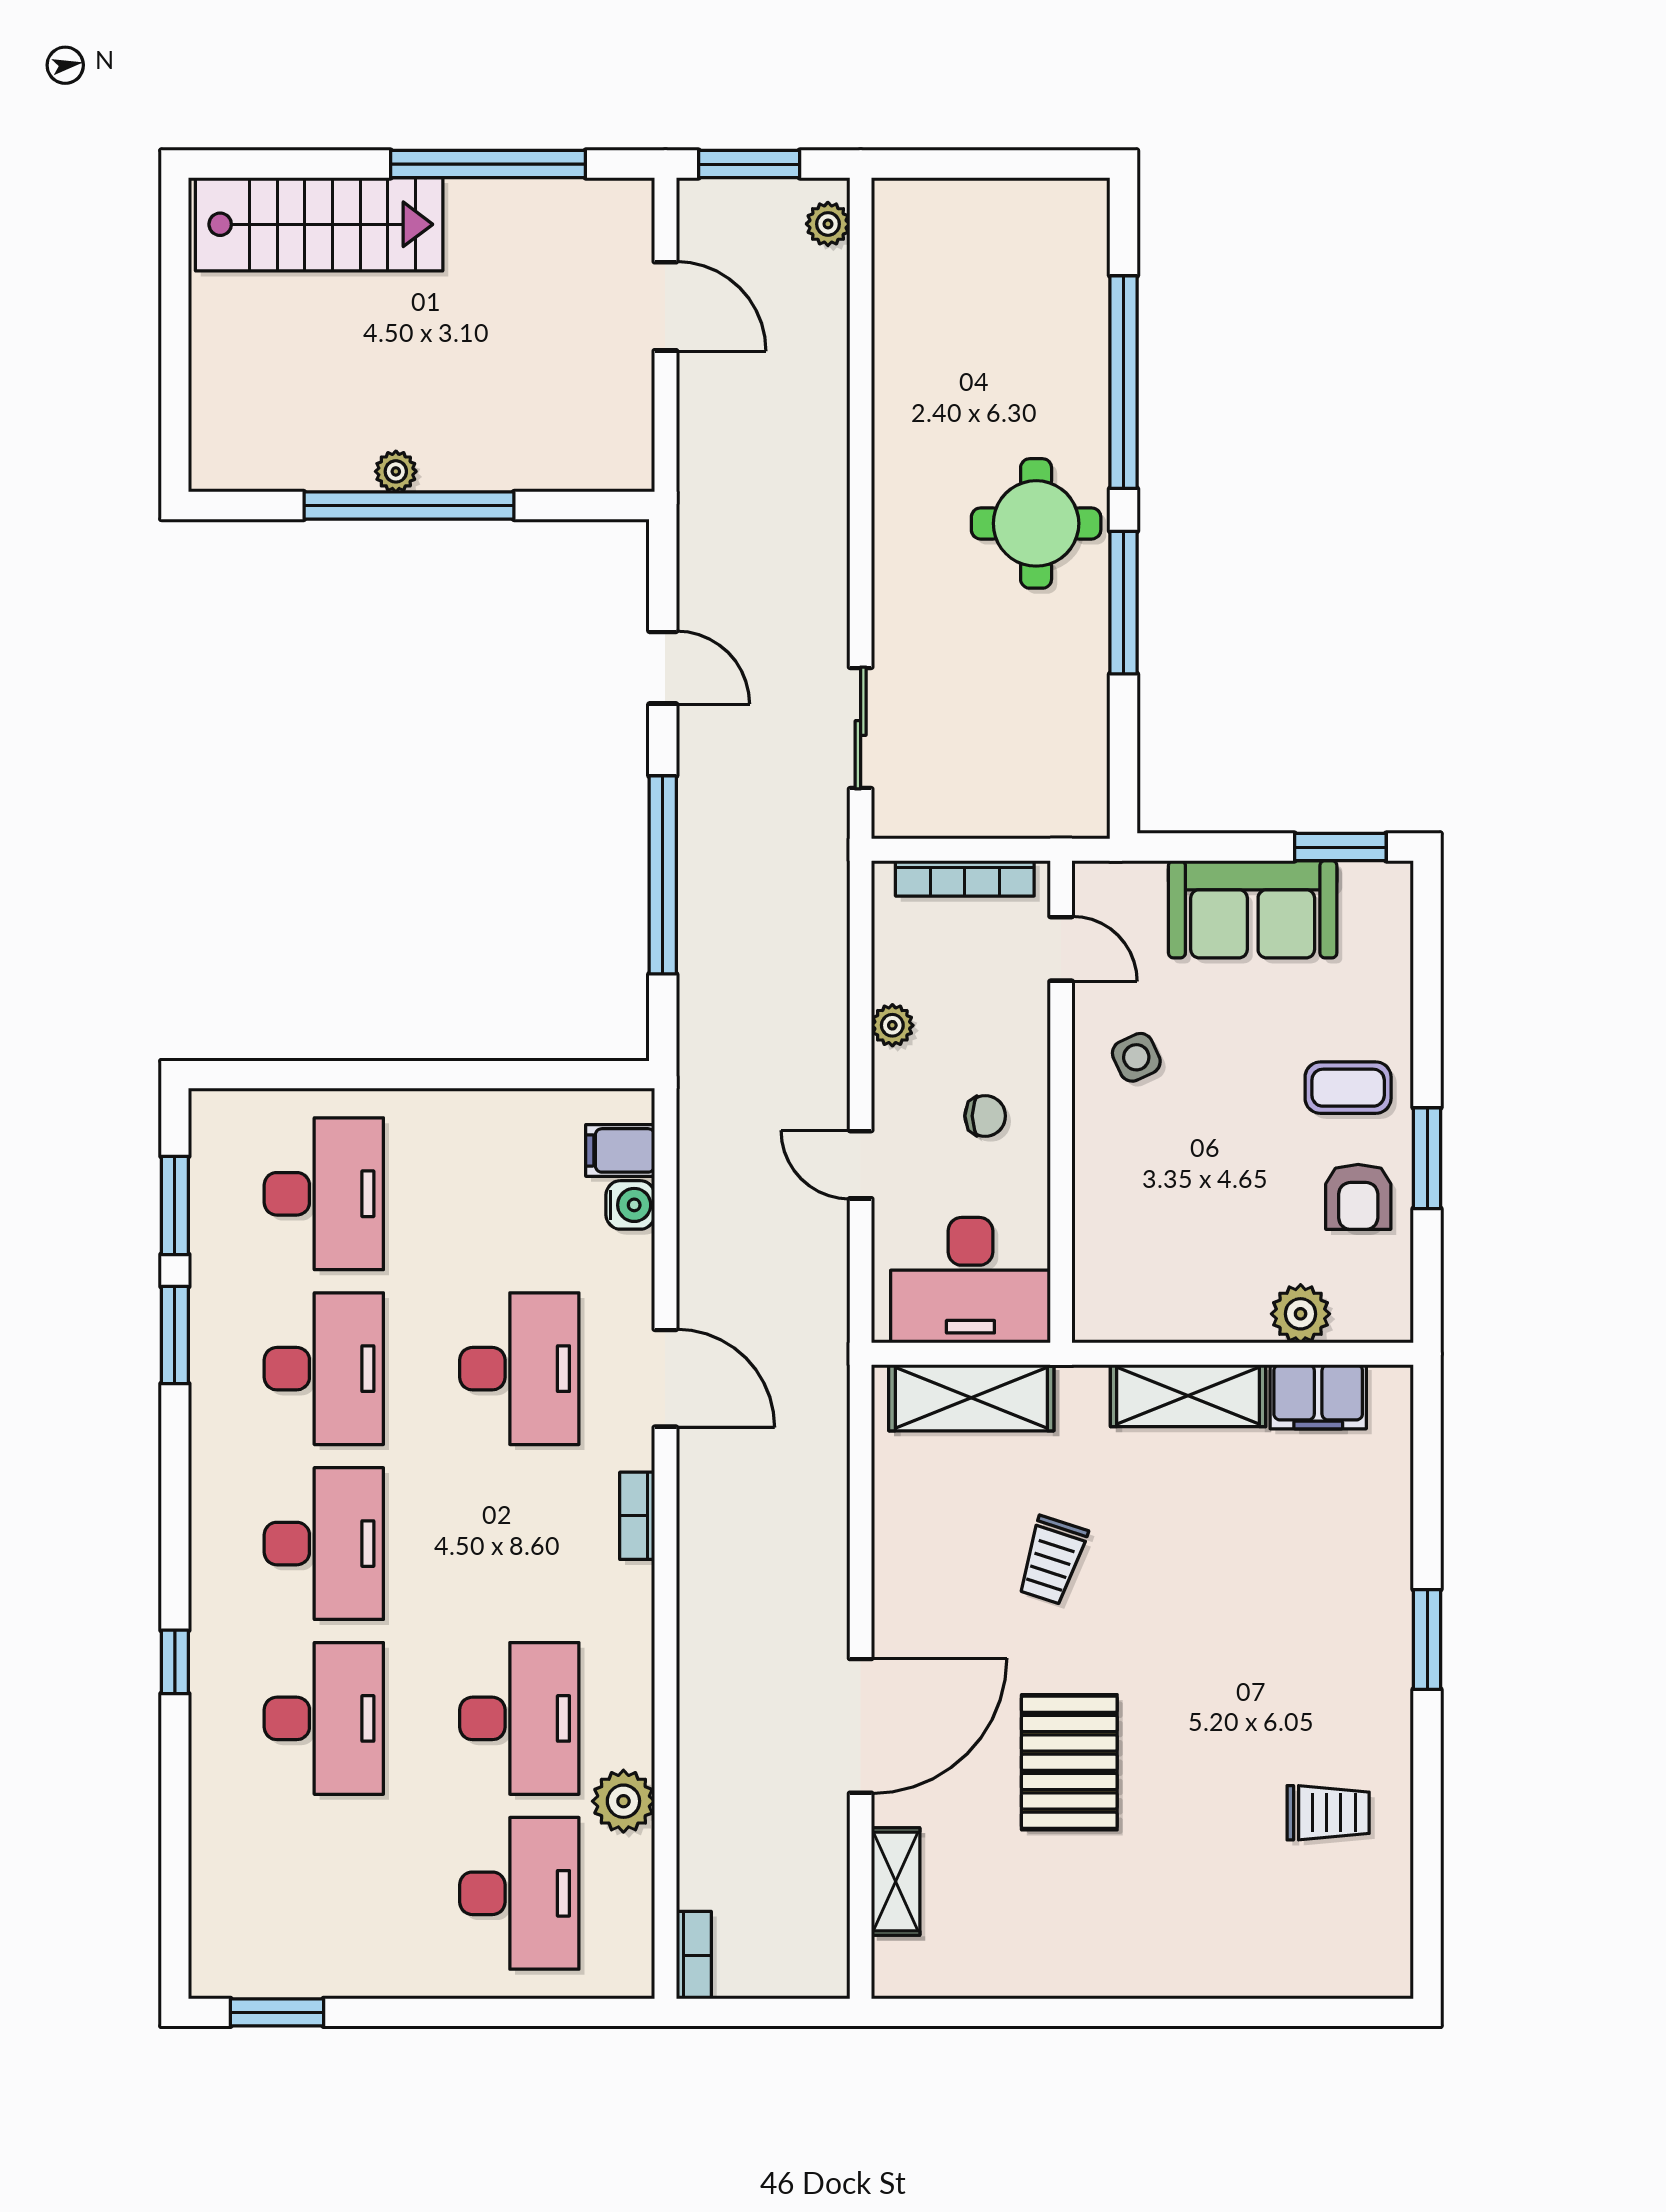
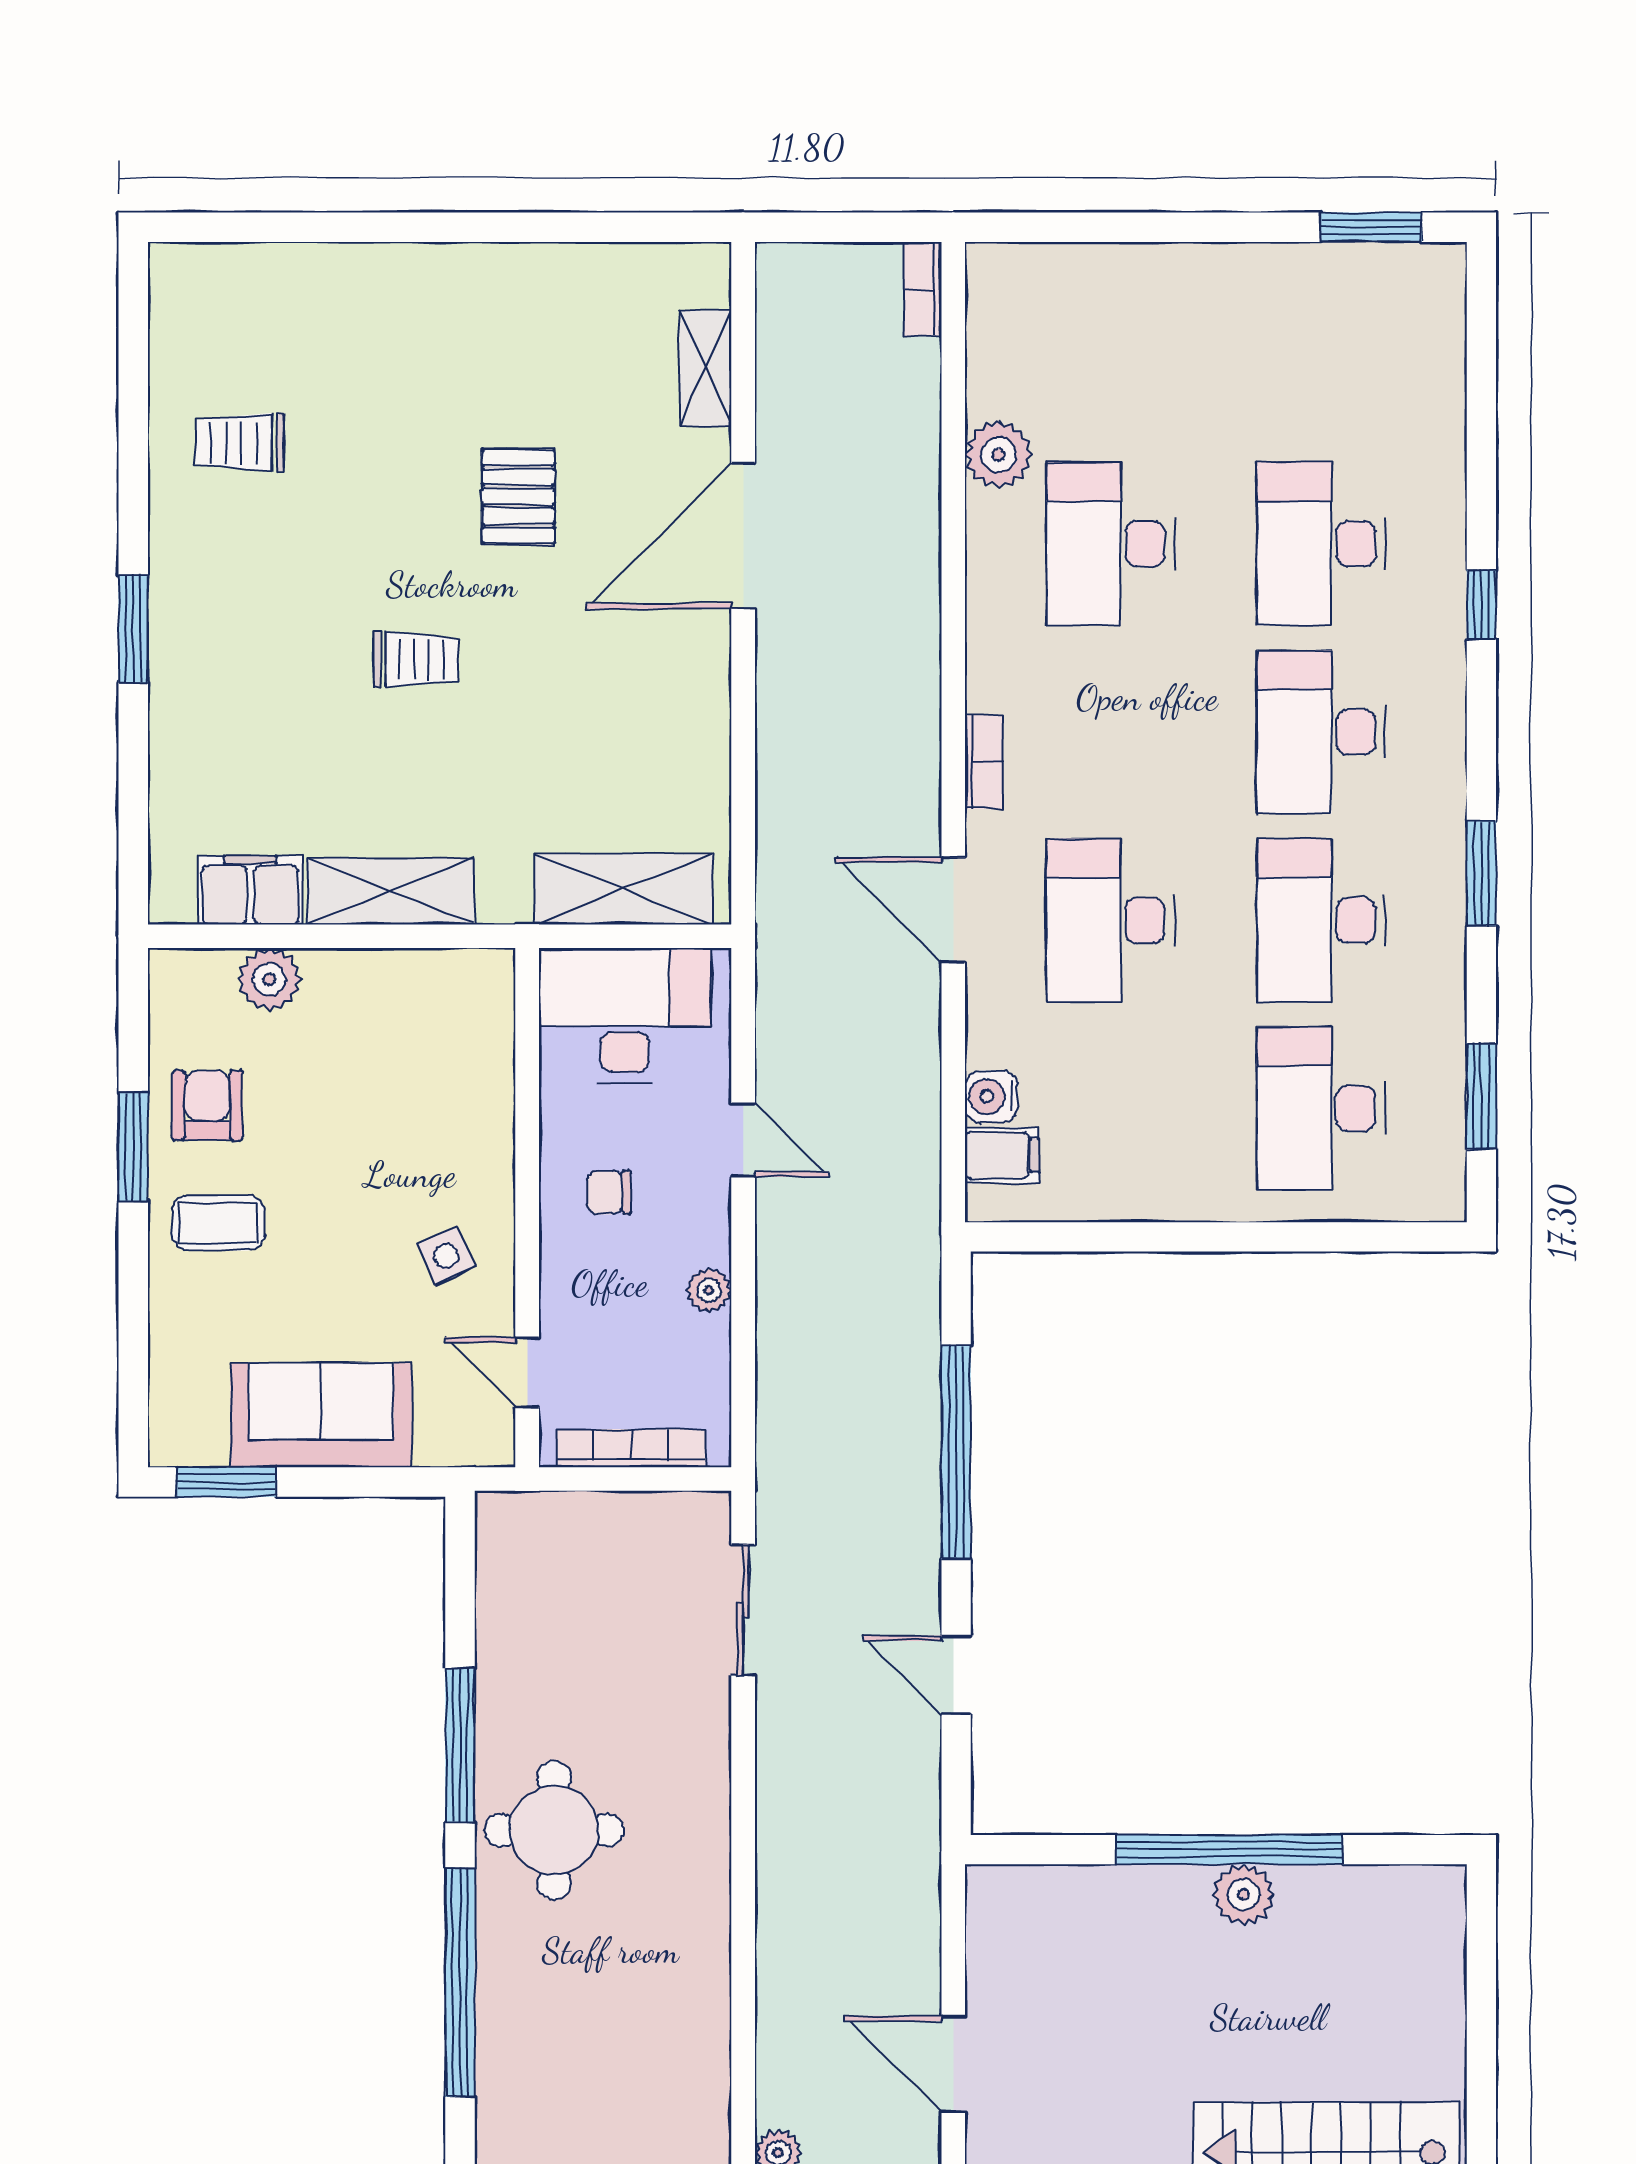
plant: (396, 471) -> (1244, 1895), width x1.38, depth x1.38
window: (175, 1335) -> (1481, 874), moved
trolley: (1052, 1560) -> (416, 659), moved, turned 72
pallet: (1069, 1762) -> (518, 497), width x0.67, depth x0.71
desk: (519, 1893) -> (1111, 355), removed

